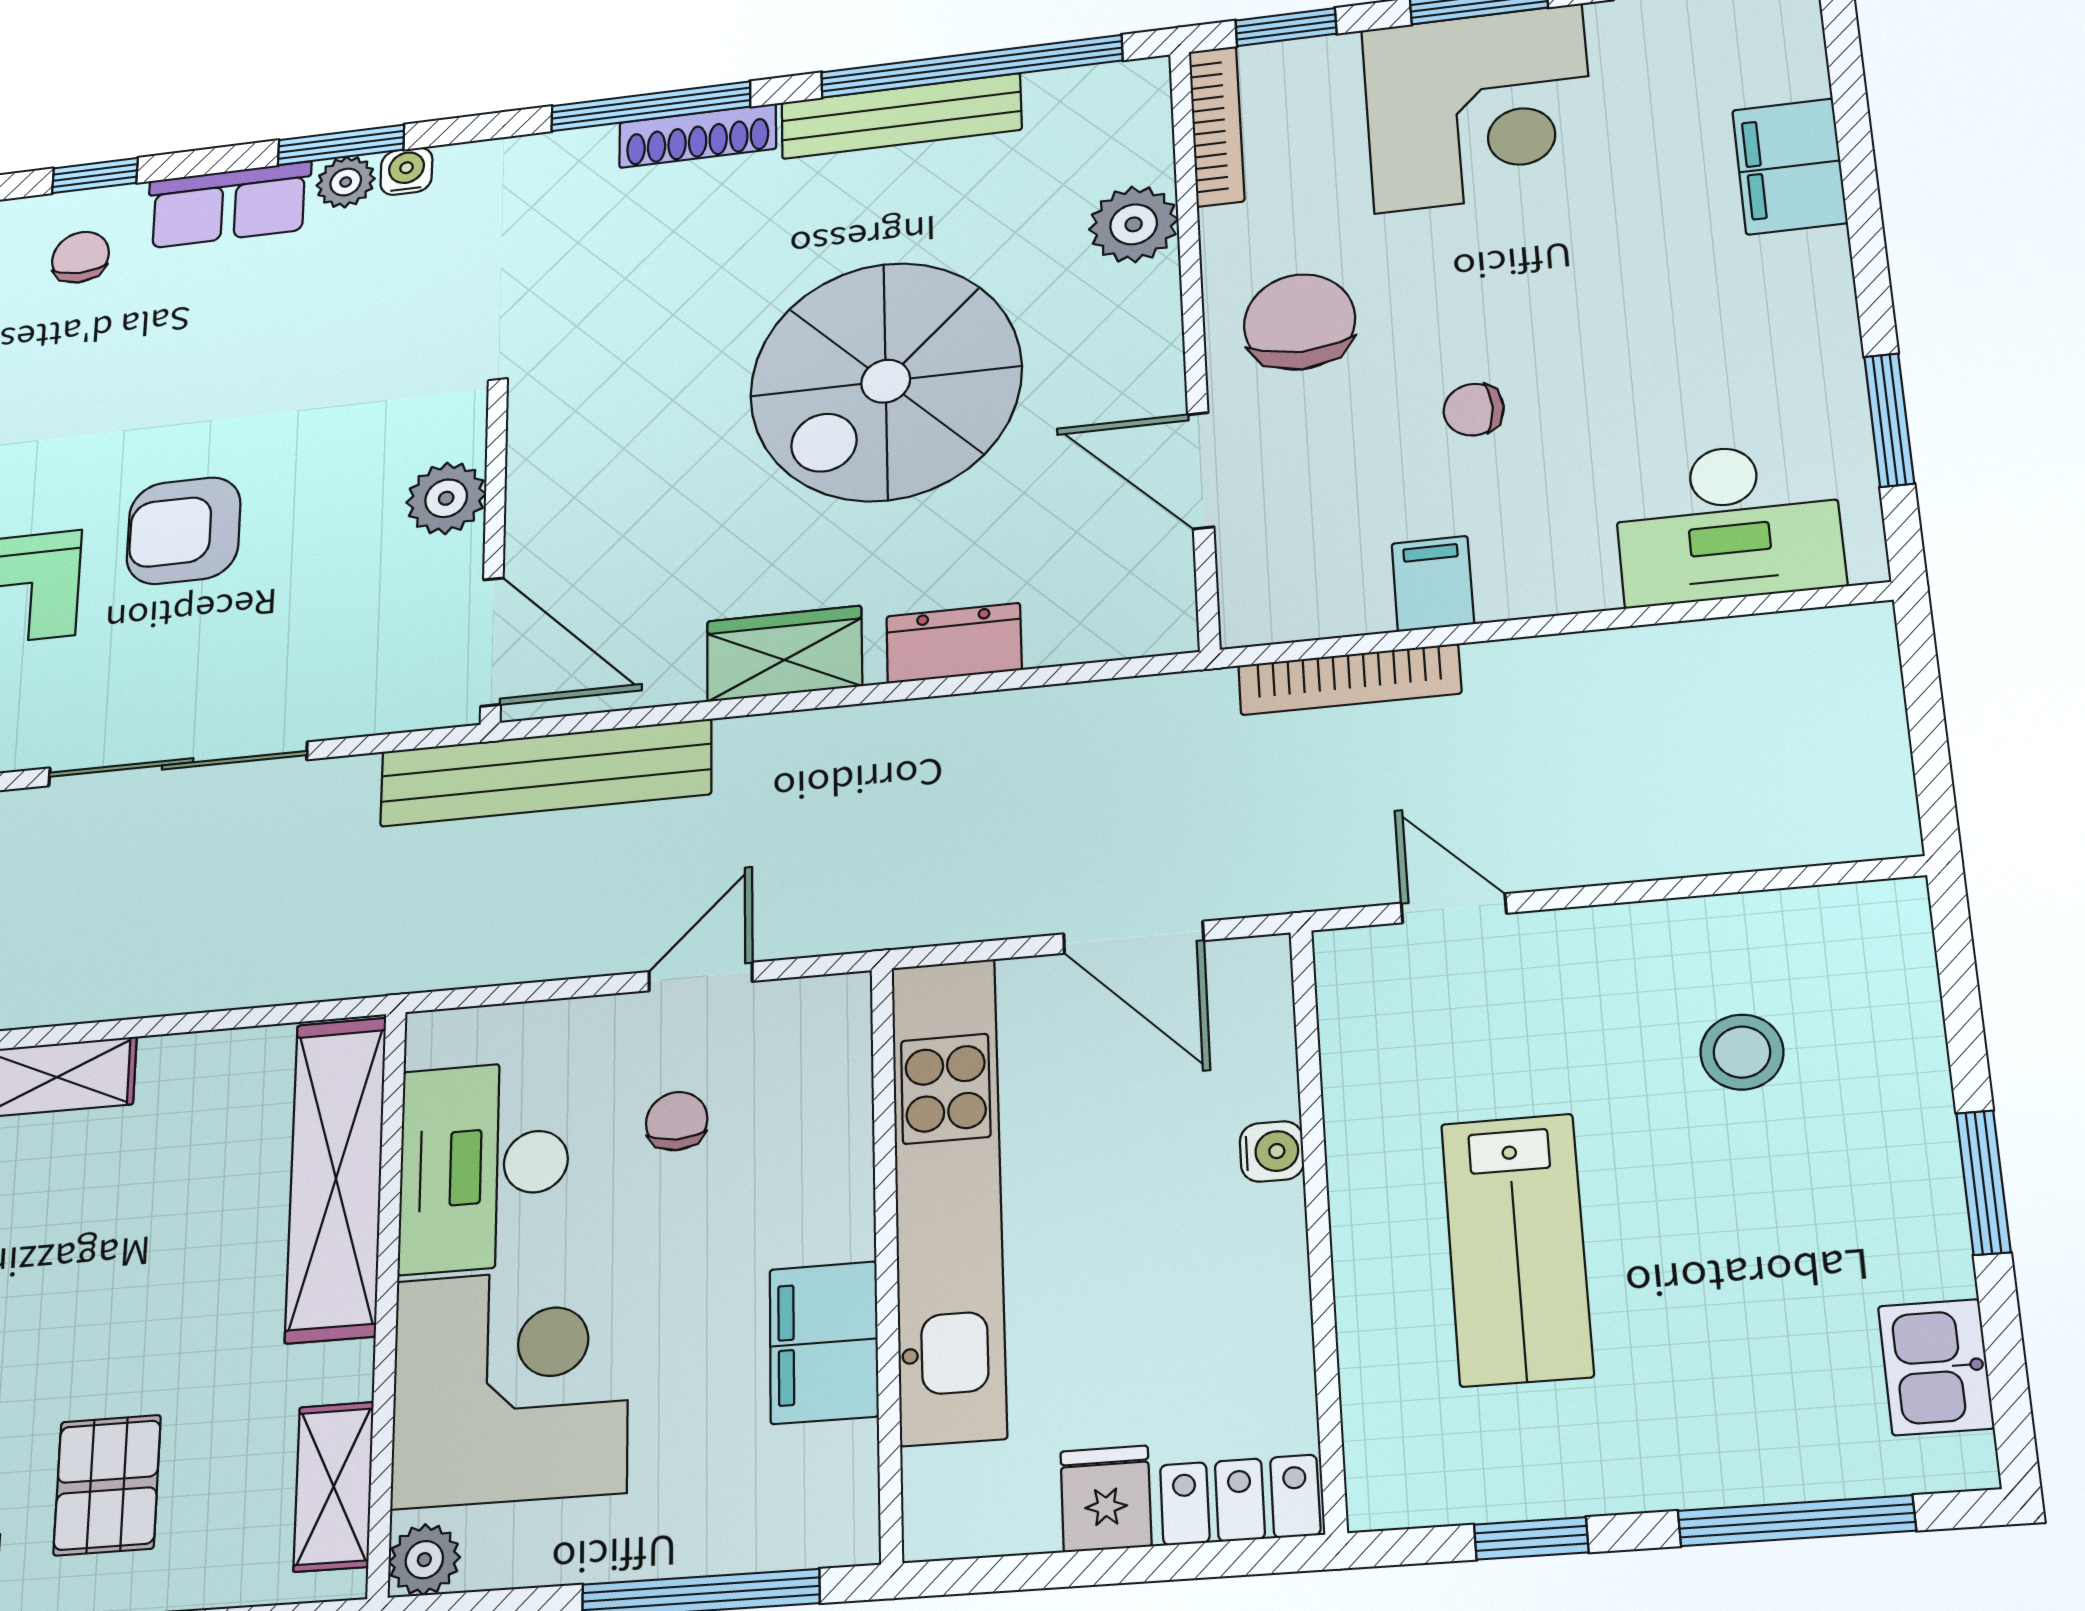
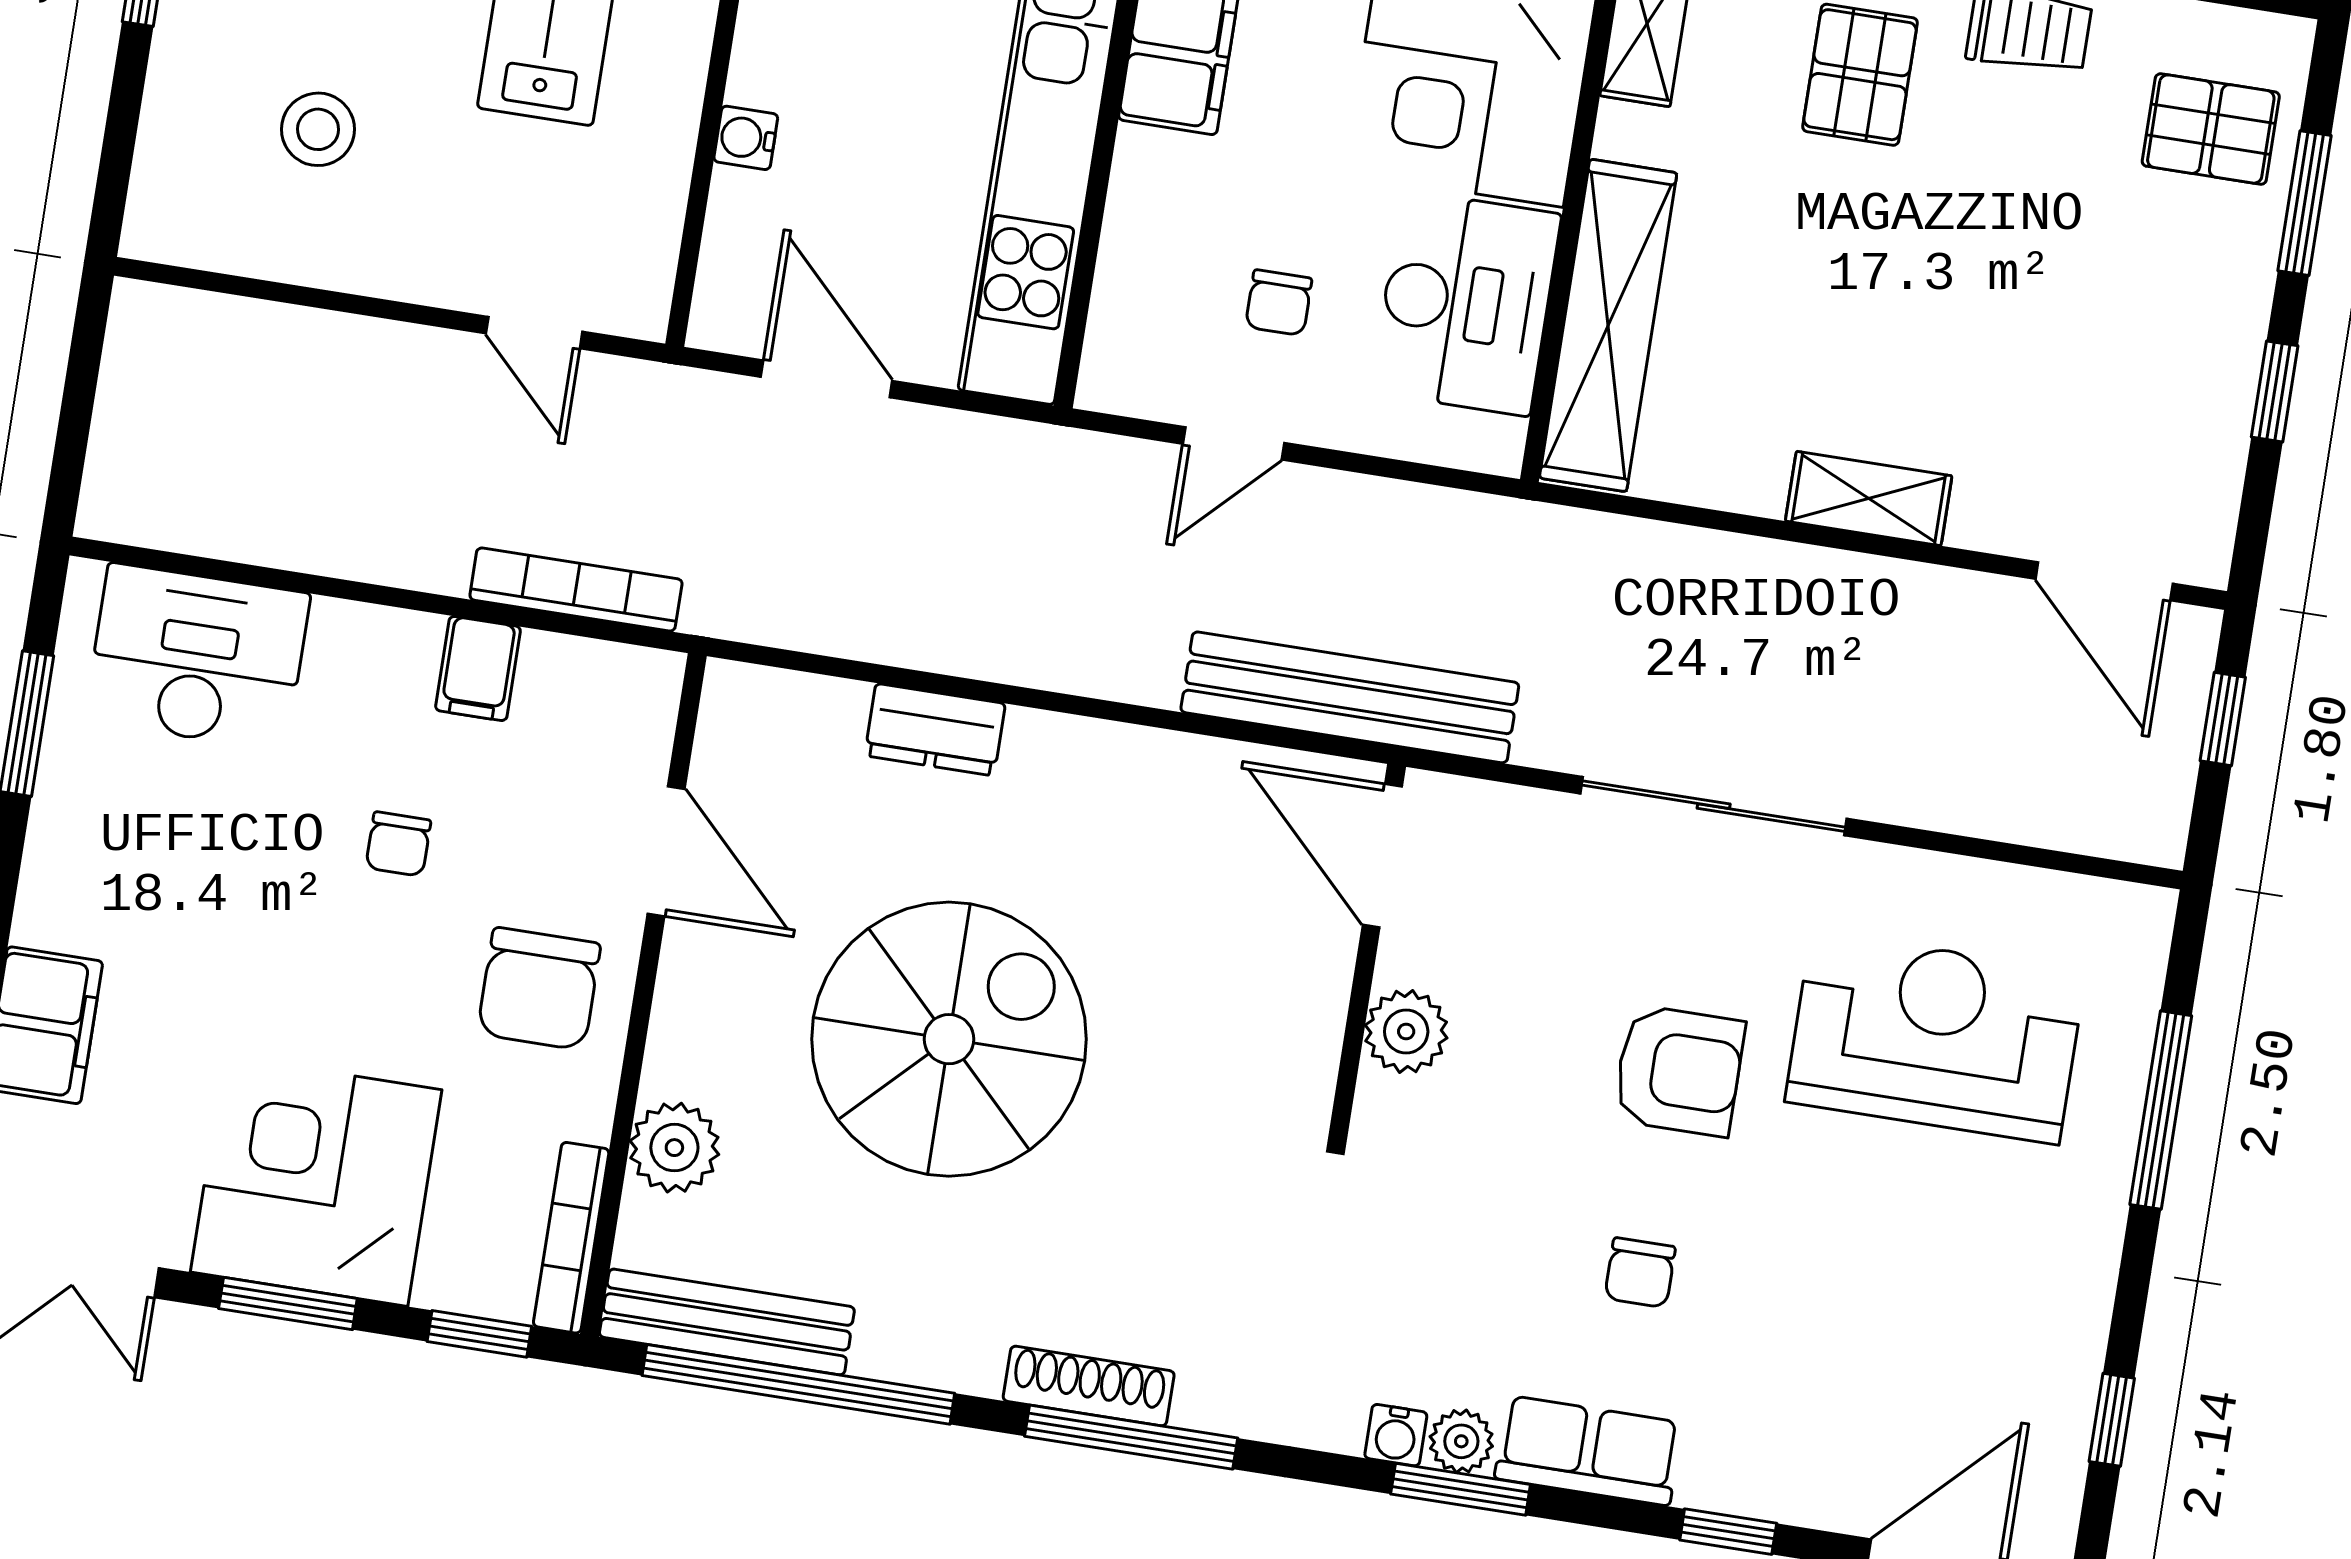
bench: (901, 116) -> (727, 1322), moved
chair: (80, 257) -> (1640, 1273), moved
chair: (1474, 410) -> (398, 844), turned 90
wardrobe: (784, 654) -> (1099, 763), removed

